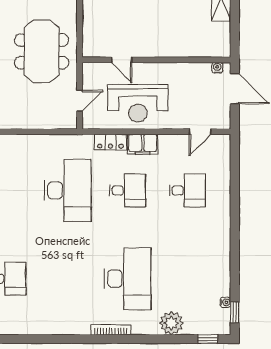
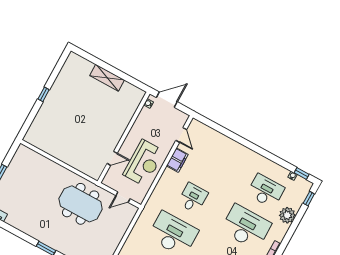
door: (80, 101) -> (123, 197), swing flipped
locker: (110, 142) -> (158, 192), removed
filing cabinet: (143, 144) -> (177, 160), moved
desk: (187, 190) -> (266, 191), moved, width x1.37

